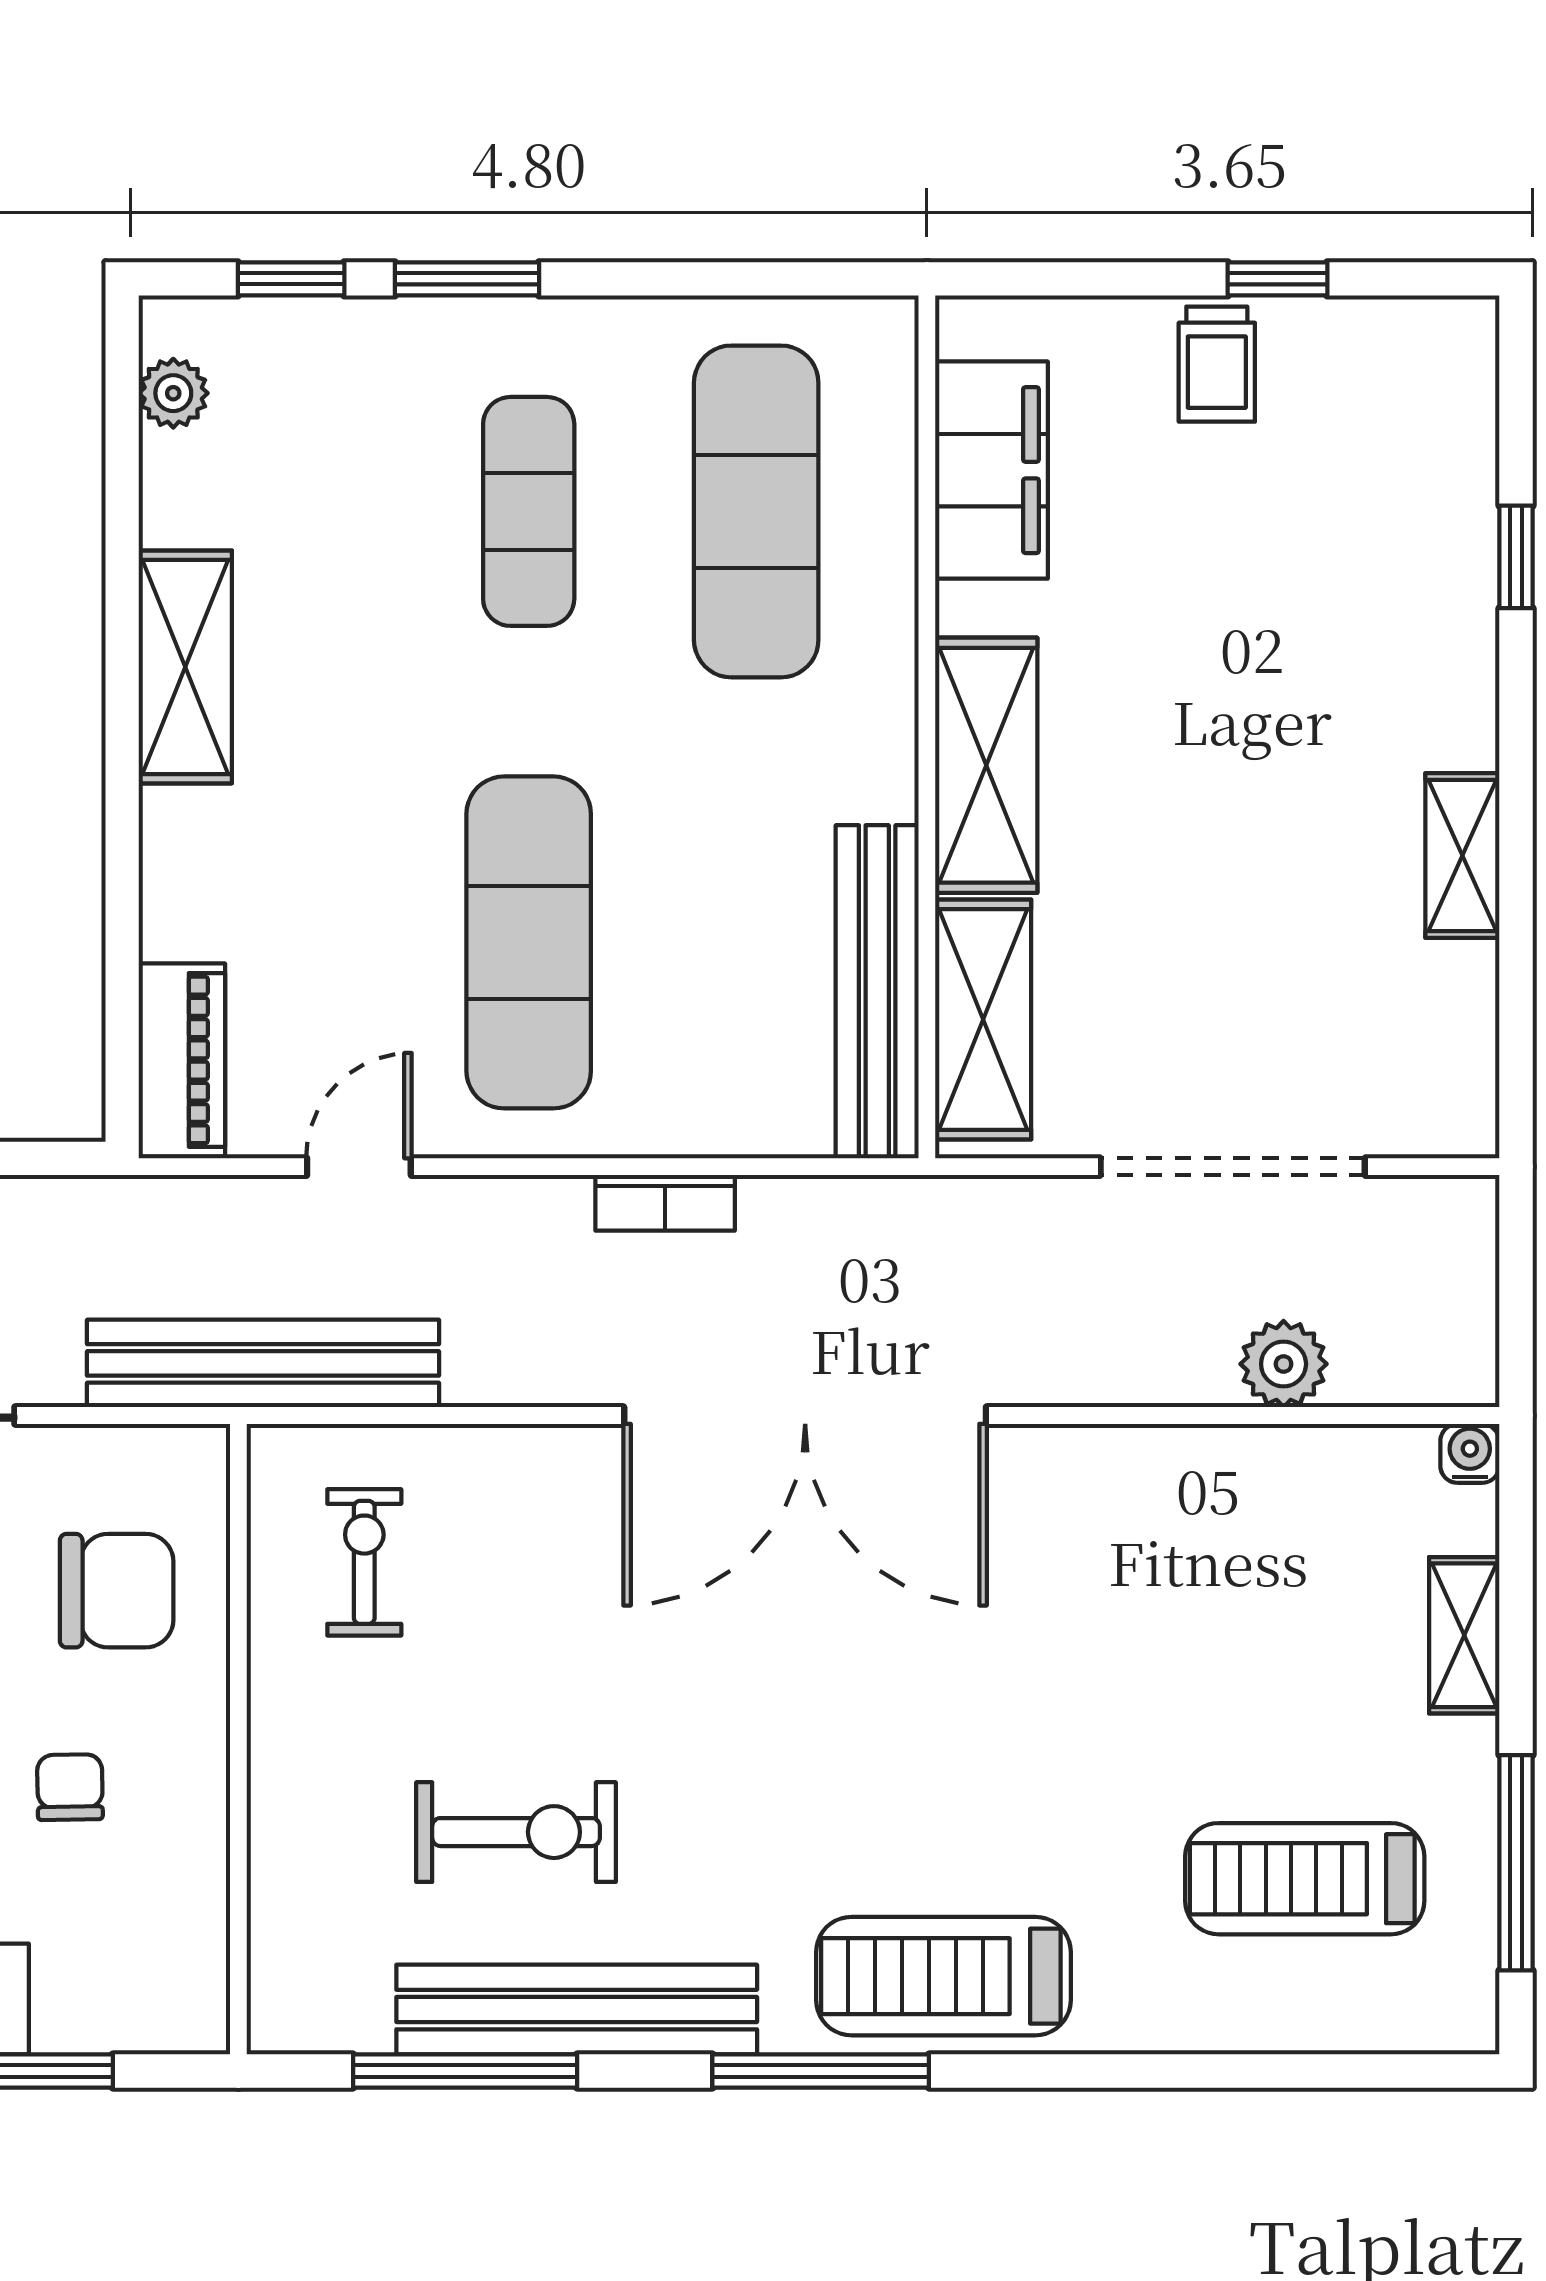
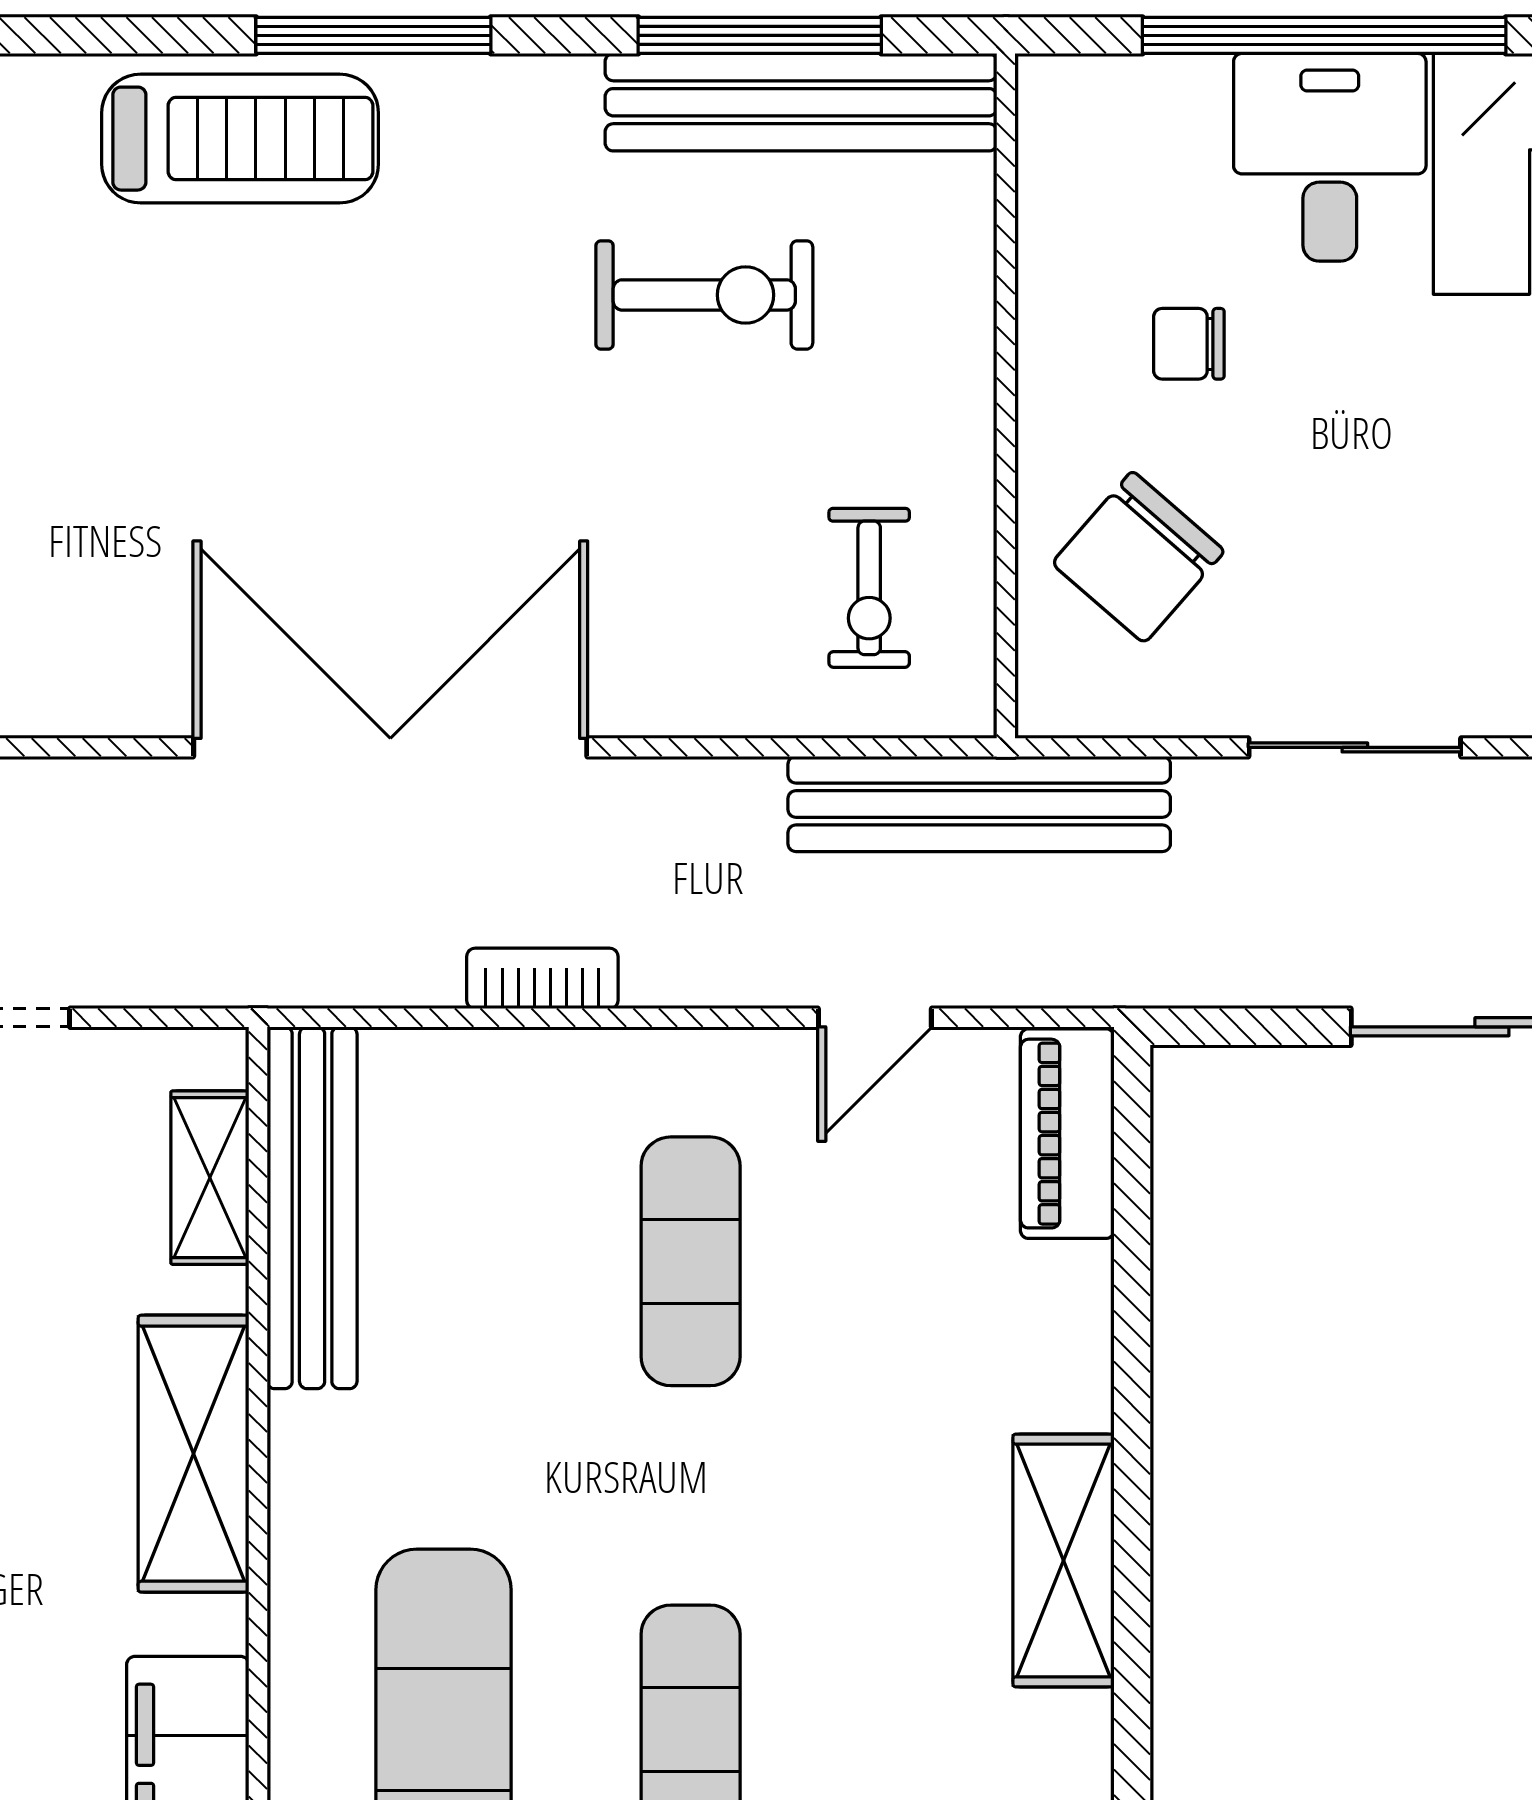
exercise mat: (529, 942) -> (691, 1261), width x0.73, depth x0.69
shelving: (983, 1019) -> (210, 1178), width x0.67, depth x0.75
chair: (117, 1591) -> (1138, 557), turned -49
chair: (70, 1787) -> (1189, 344), turned 91
exercise bike: (516, 1832) -> (704, 295), turned 180
bench: (577, 2010) -> (801, 102), moved

